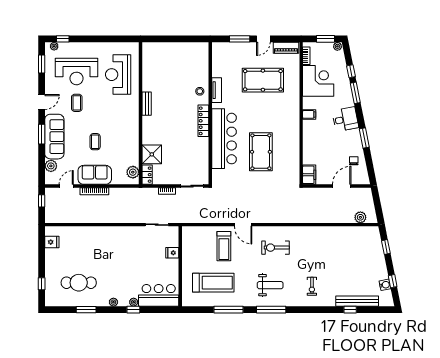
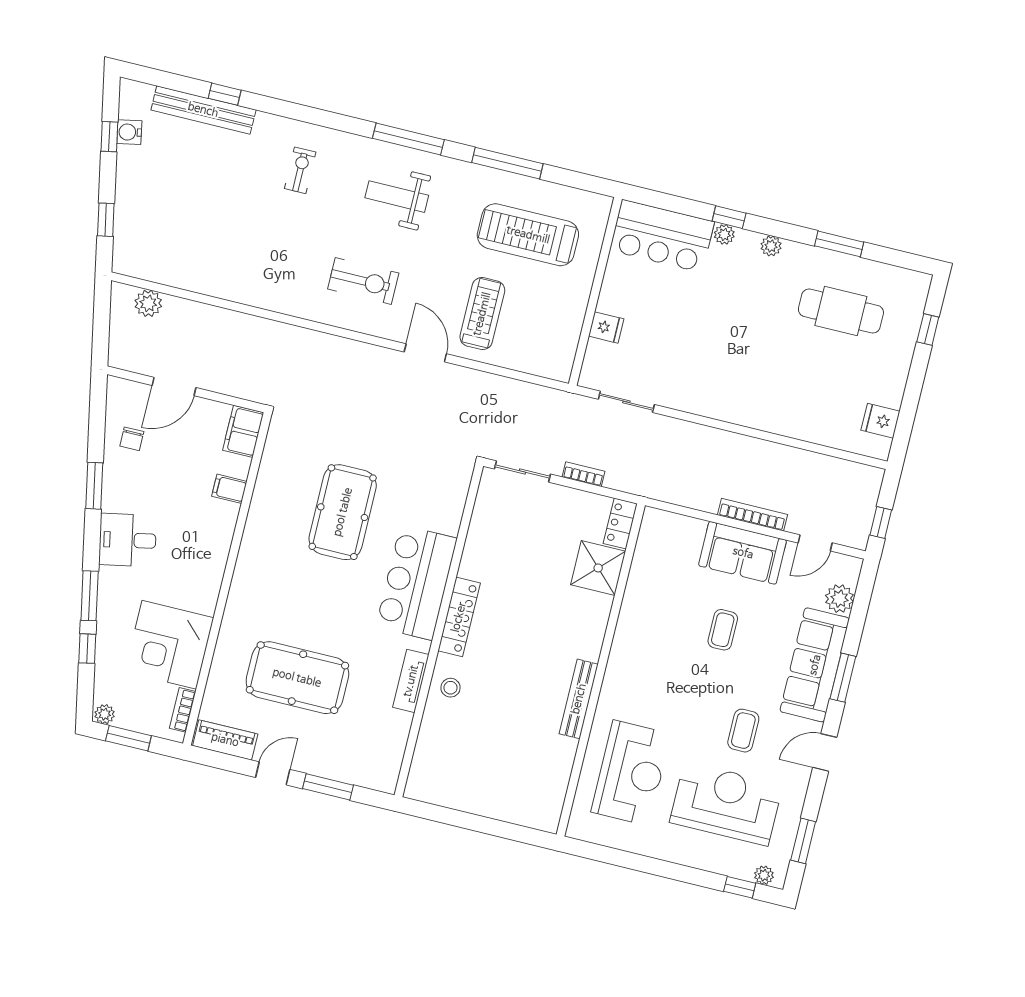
bench: (147, 104) -> (579, 699), width x1.36
filing cabinet: (309, 114) -> (229, 489), moved
bar counter: (224, 139) -> (416, 583), width x0.73
plant: (133, 172) -> (652, 537), removed

